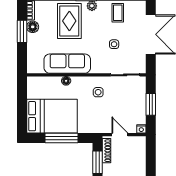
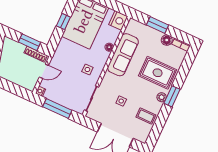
window: (22, 31) -> (158, 25), moved
nightstand: (35, 84) -> (118, 20), added
window: (151, 104) -> (57, 108), width x1.44
window: (62, 138) -> (63, 22), width x0.46

